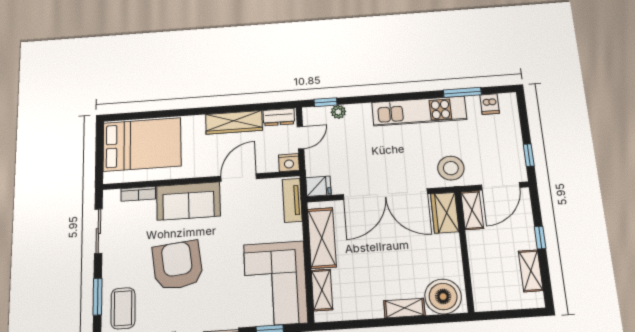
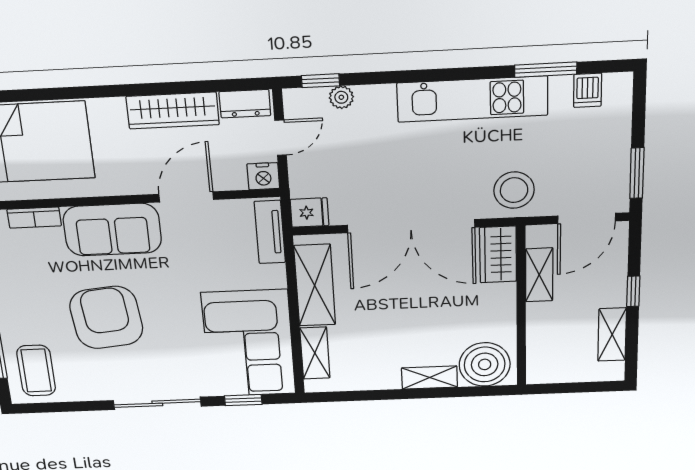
window: (529, 155) -> (637, 173), width x1.50
shelving: (472, 210) -> (539, 275), moved

